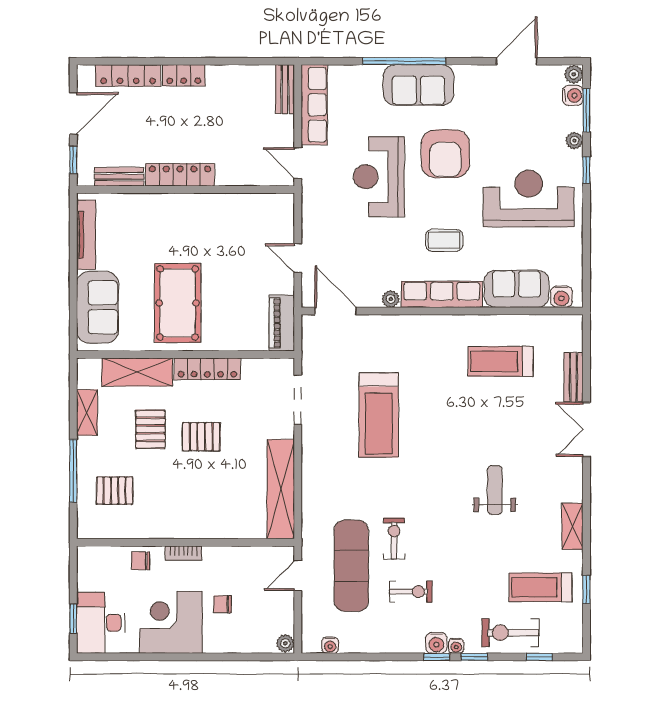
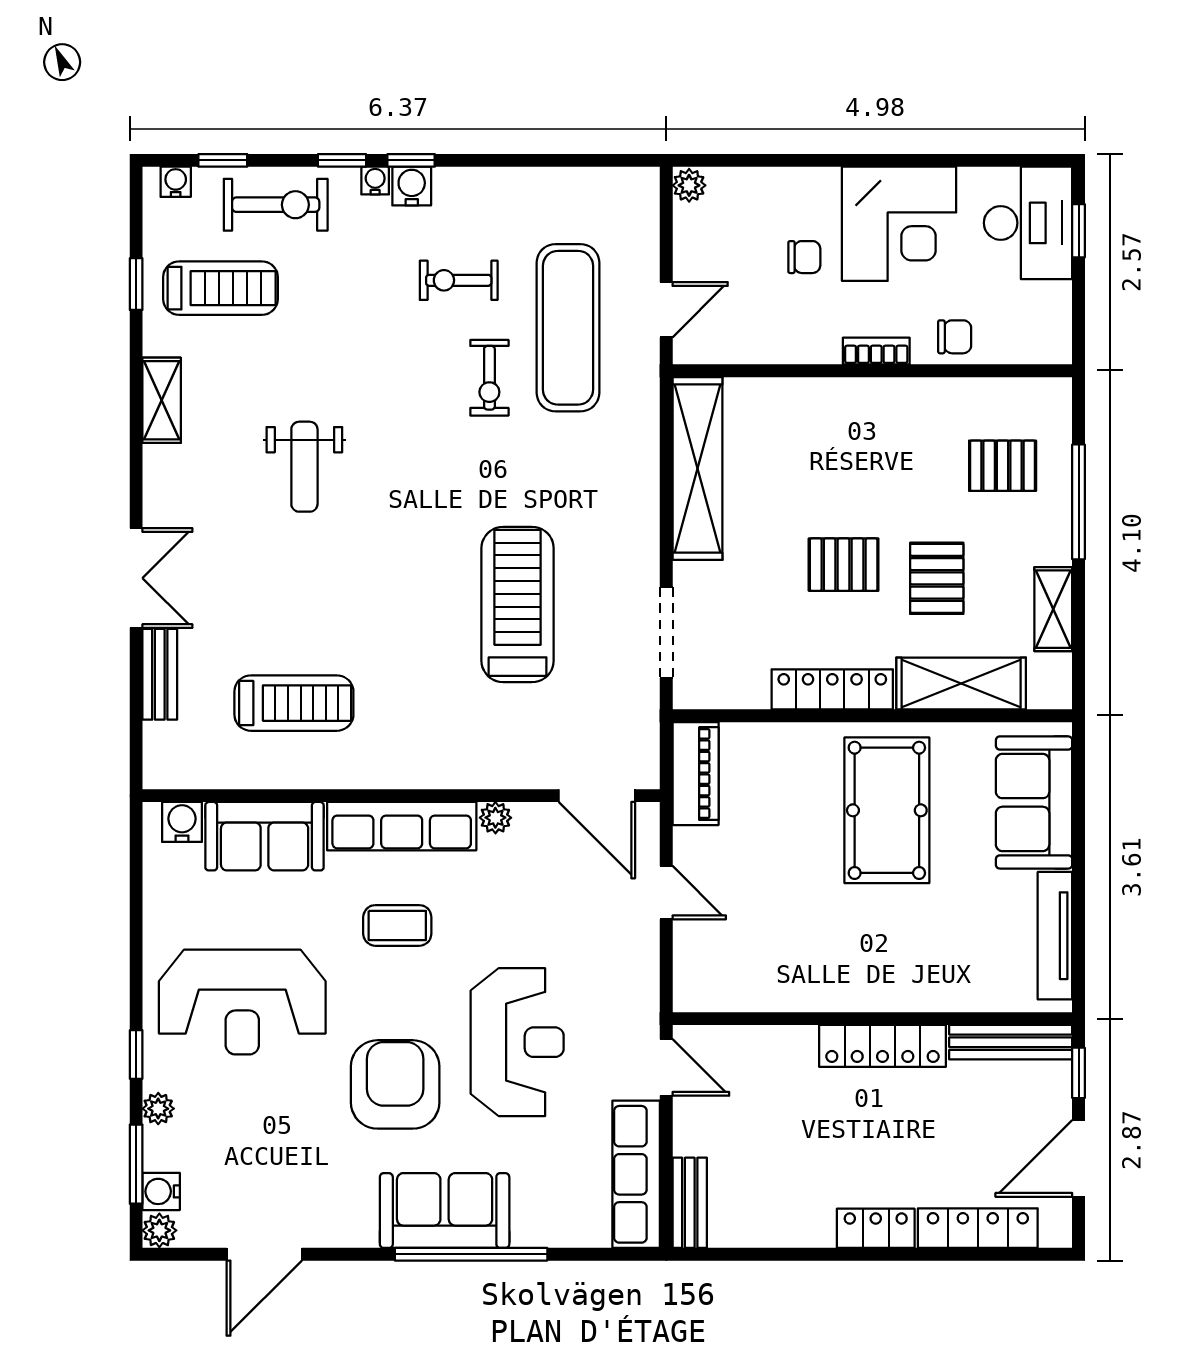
bench: (119, 177) -> (1011, 1042), width x1.36
water cooler: (330, 645) -> (176, 182), moved

